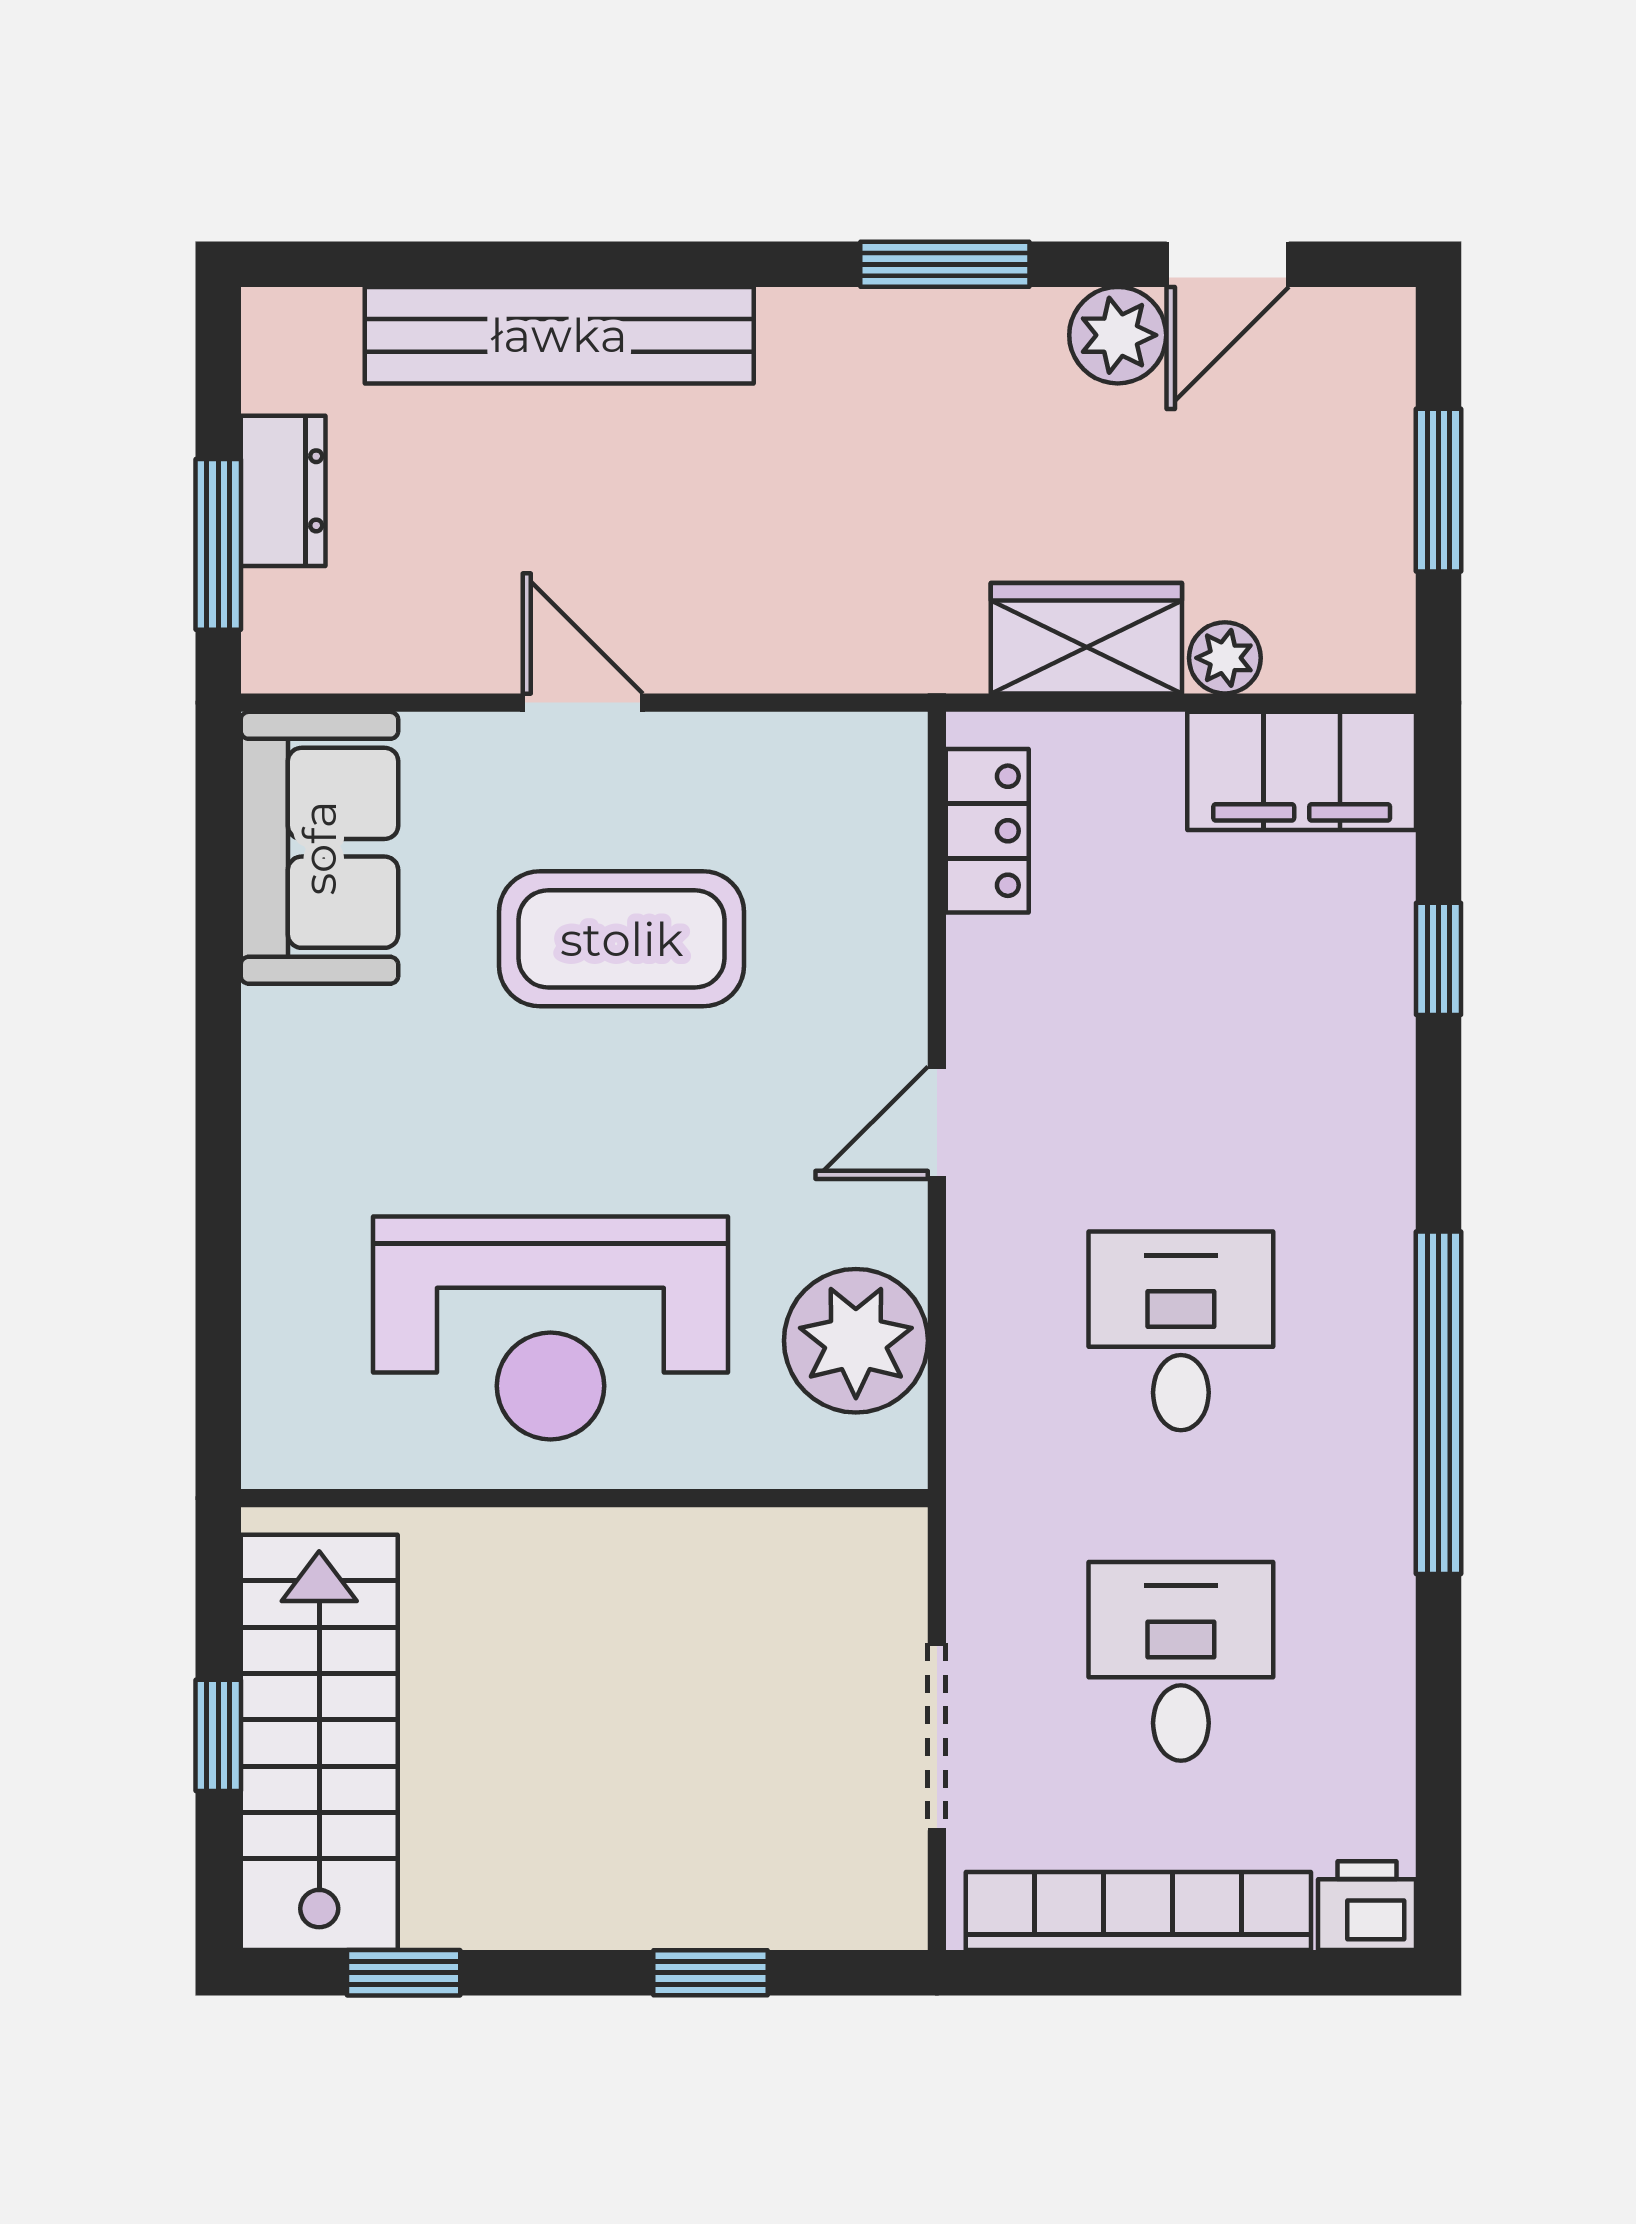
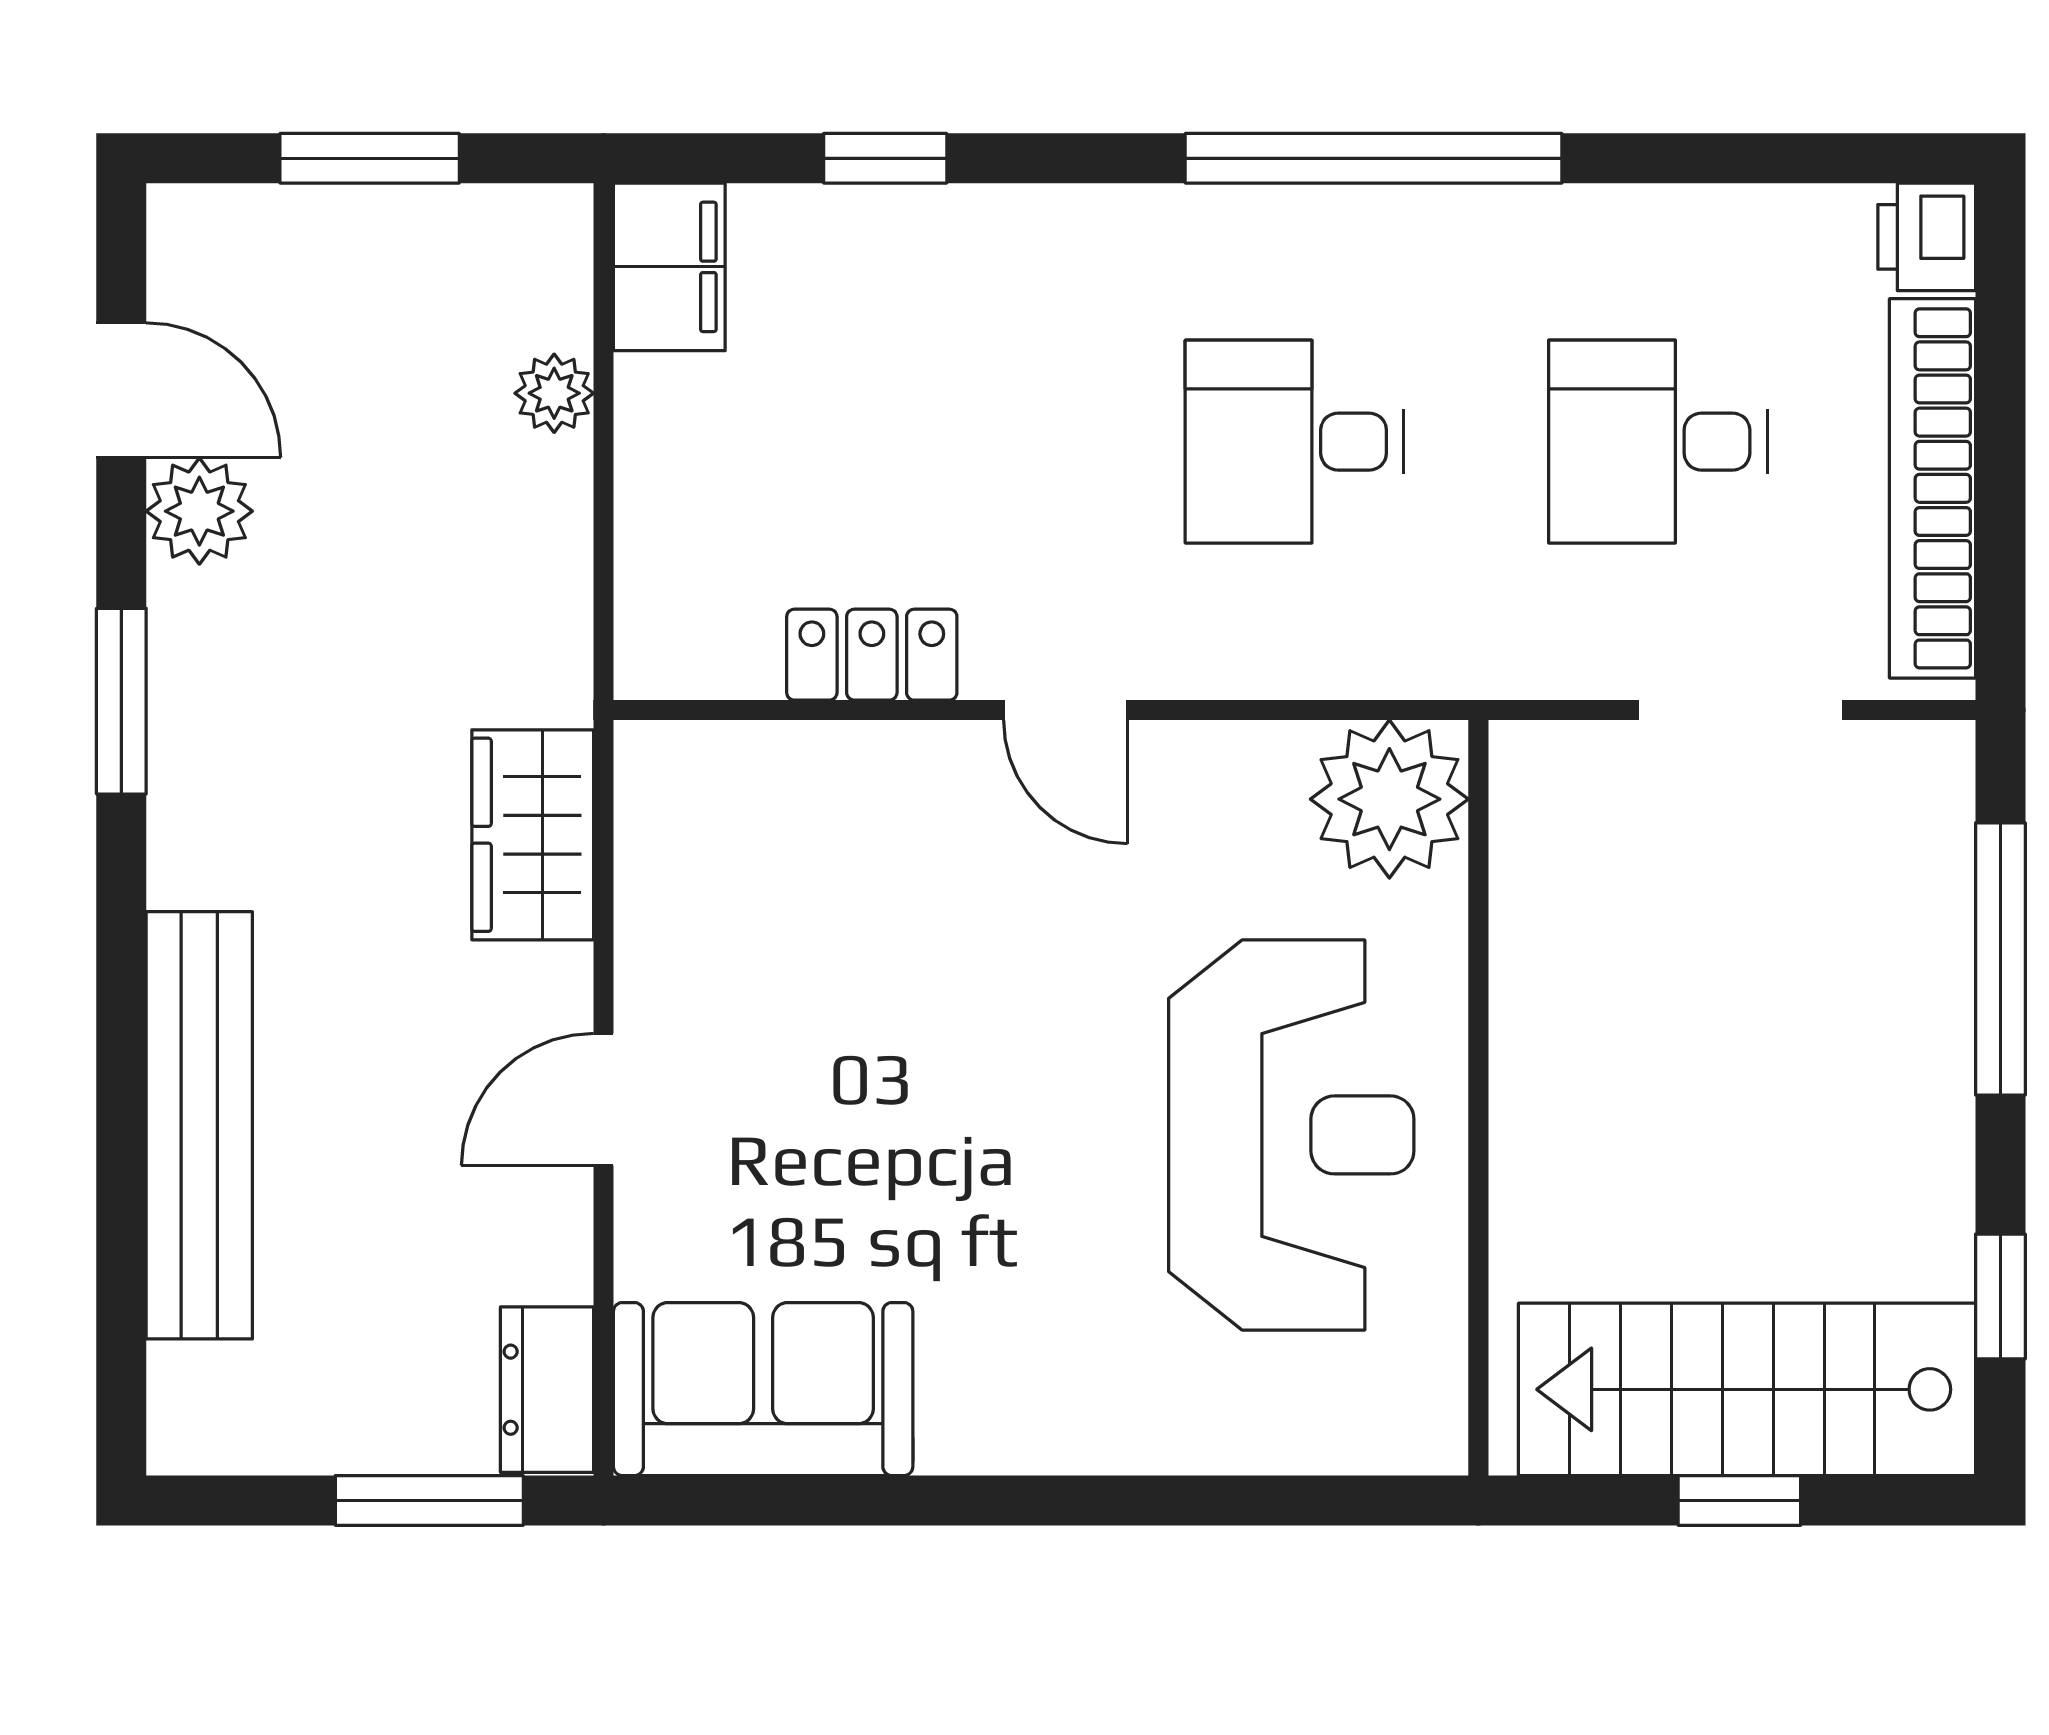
dresser: (283, 491) -> (547, 1390), moved, turned -90
wardrobe: (1086, 638) -> (533, 835), moved
filing cabinet: (1302, 771) -> (669, 267), width x0.67, depth x0.86
locker: (987, 831) -> (872, 655), moved
coffee table: (622, 939) -> (863, 1057), removed
plant: (856, 1341) -> (1389, 799), moved
window: (711, 1973) -> (2000, 959), width x2.17

